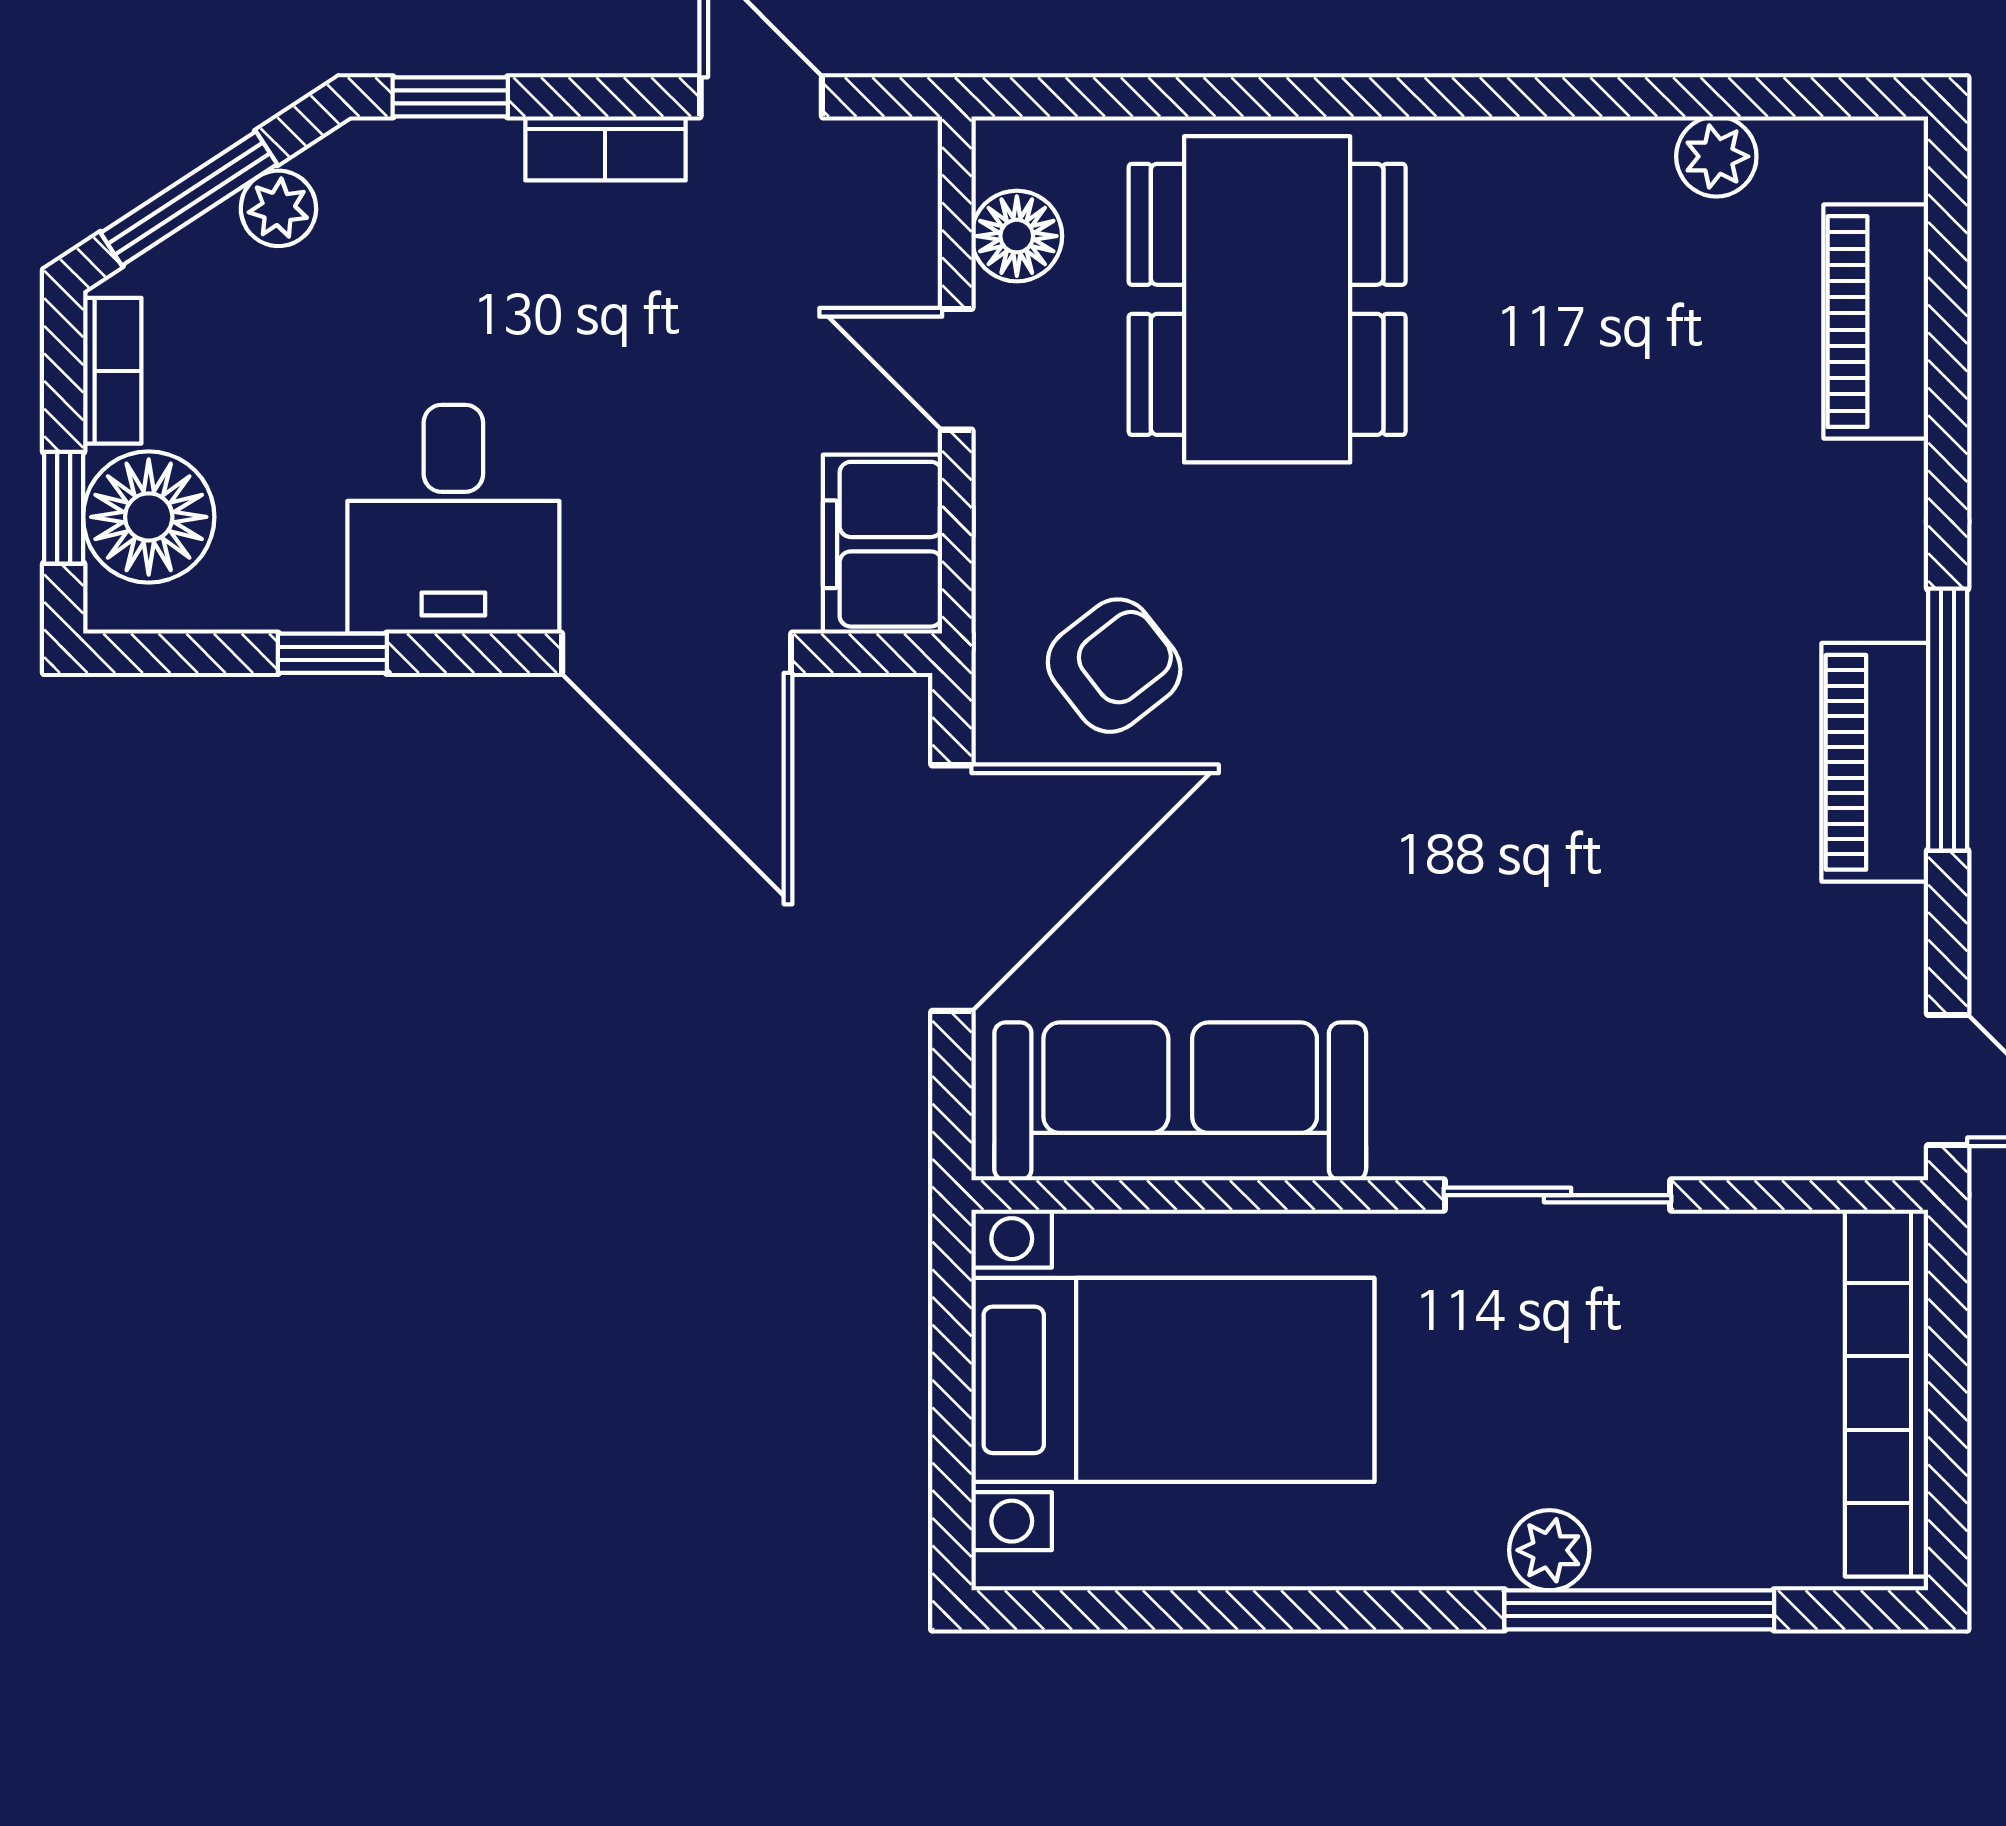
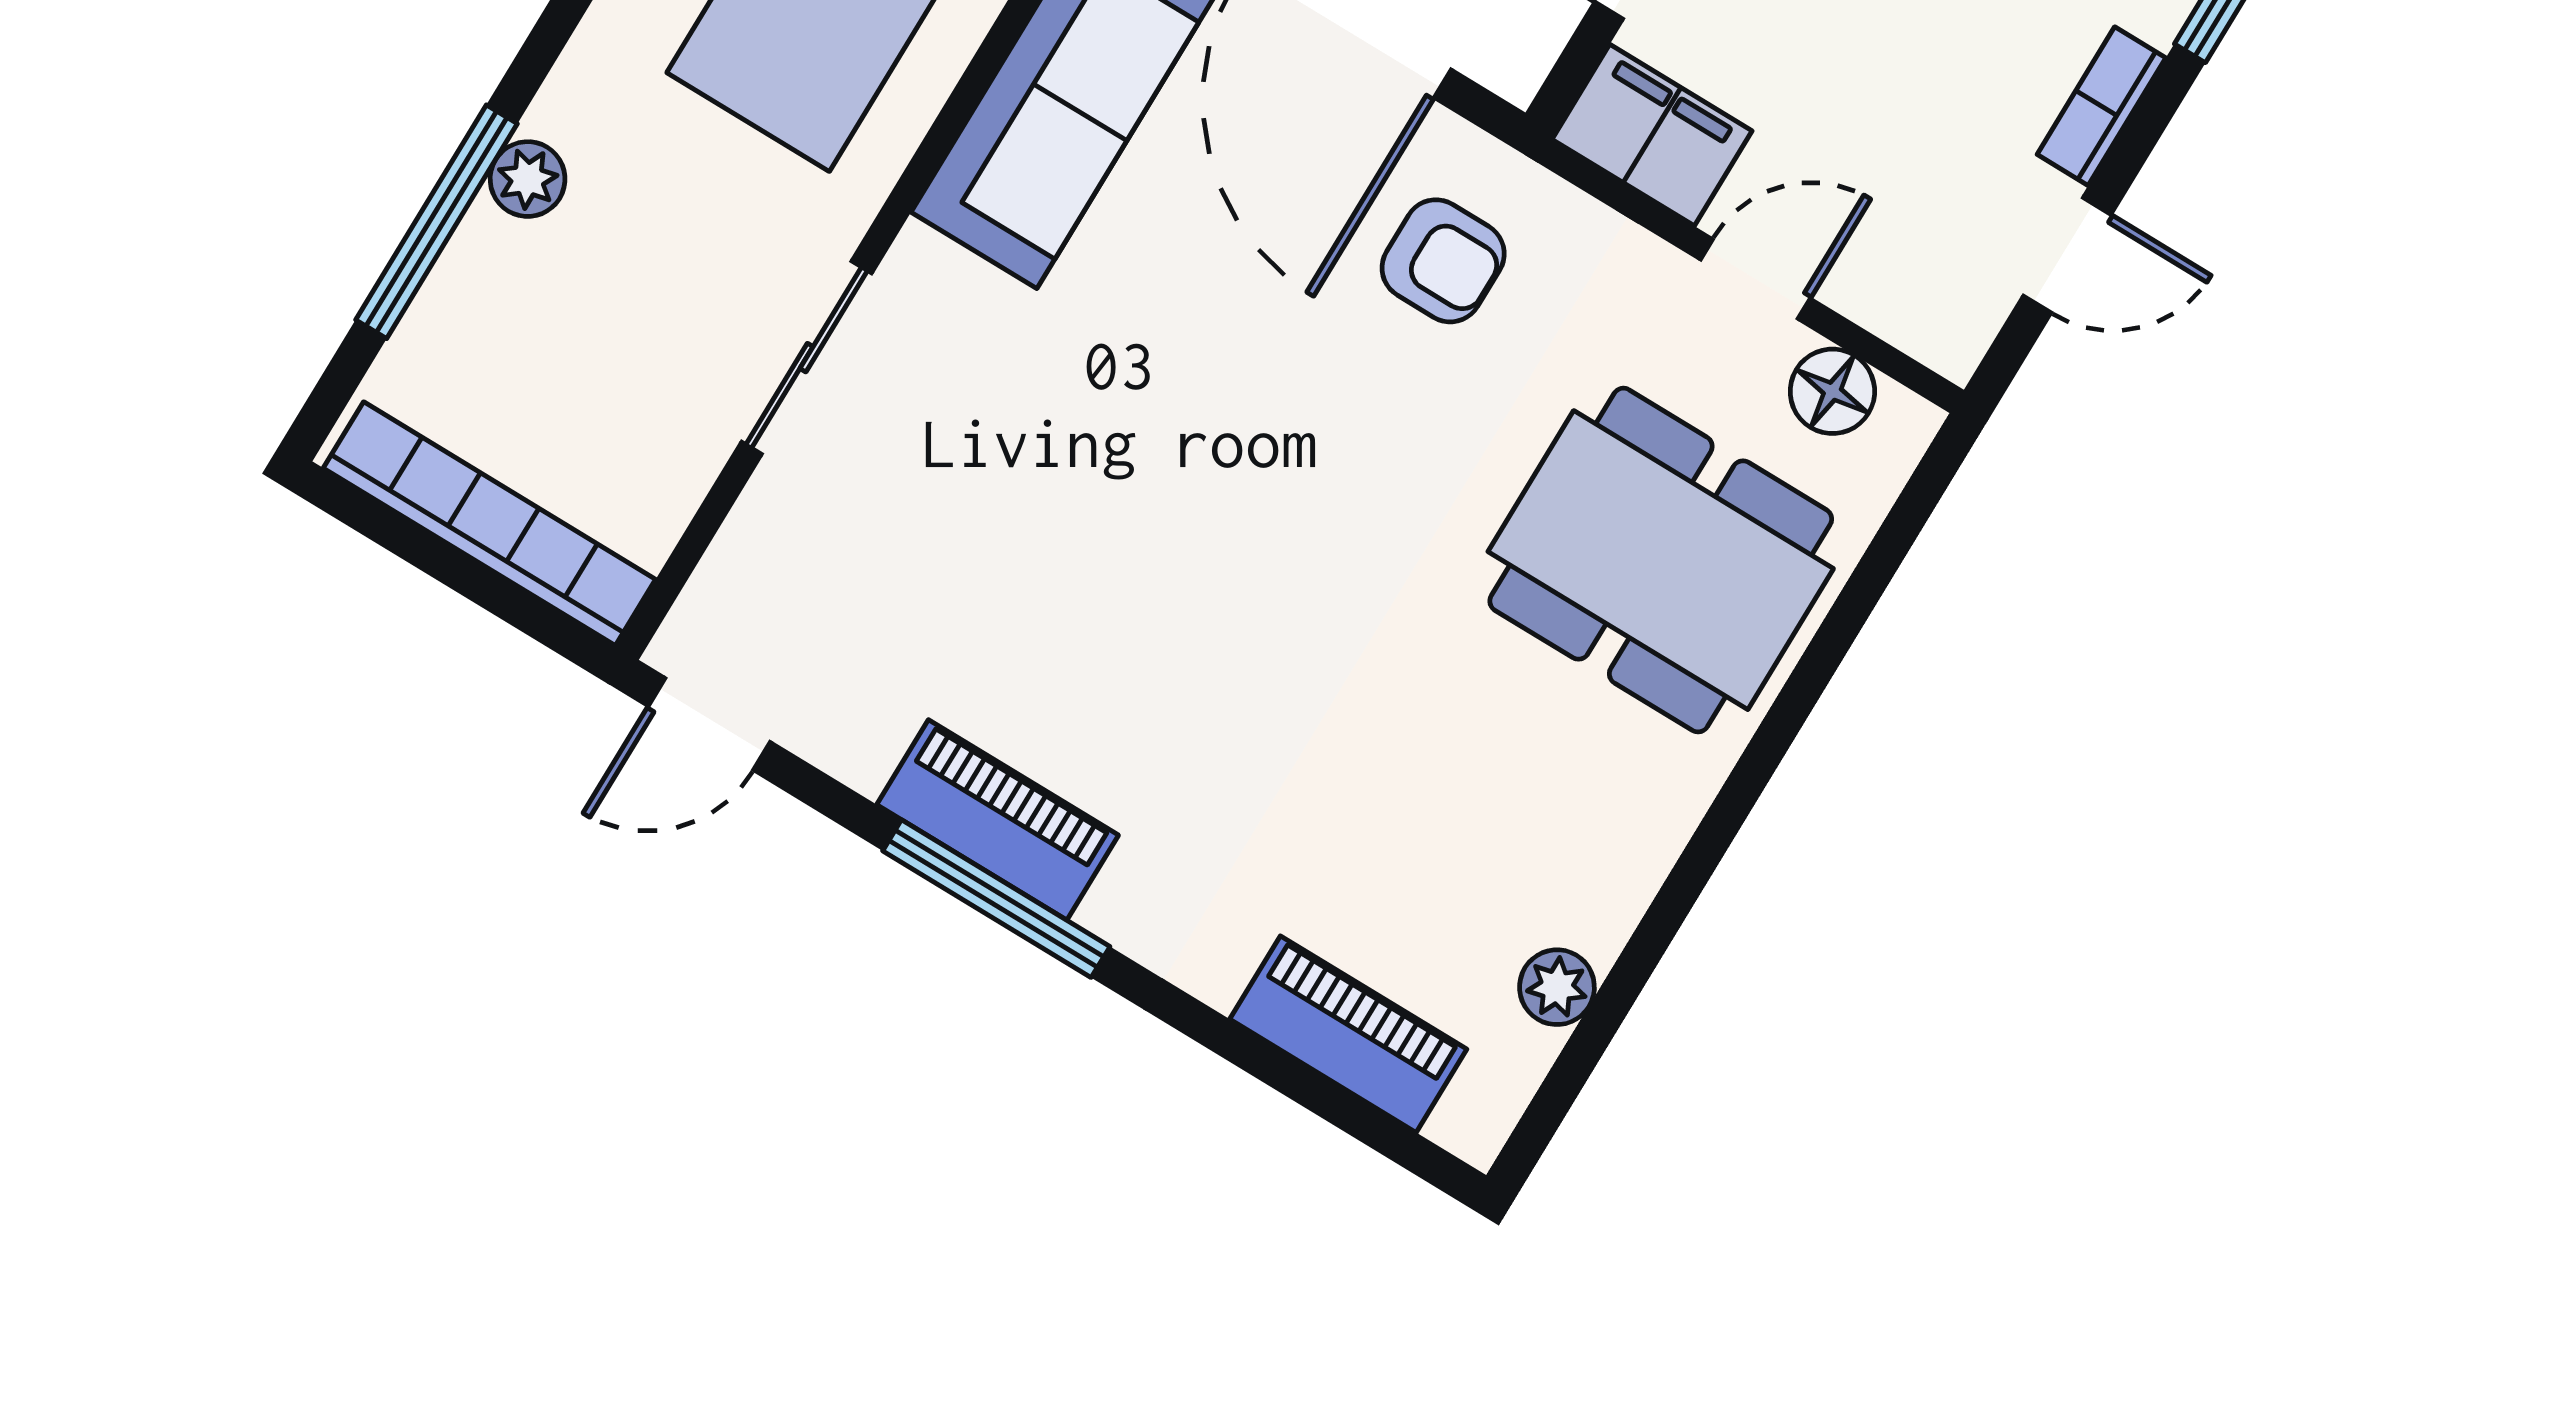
armchair: (1114, 666) -> (1443, 261), turned -52

